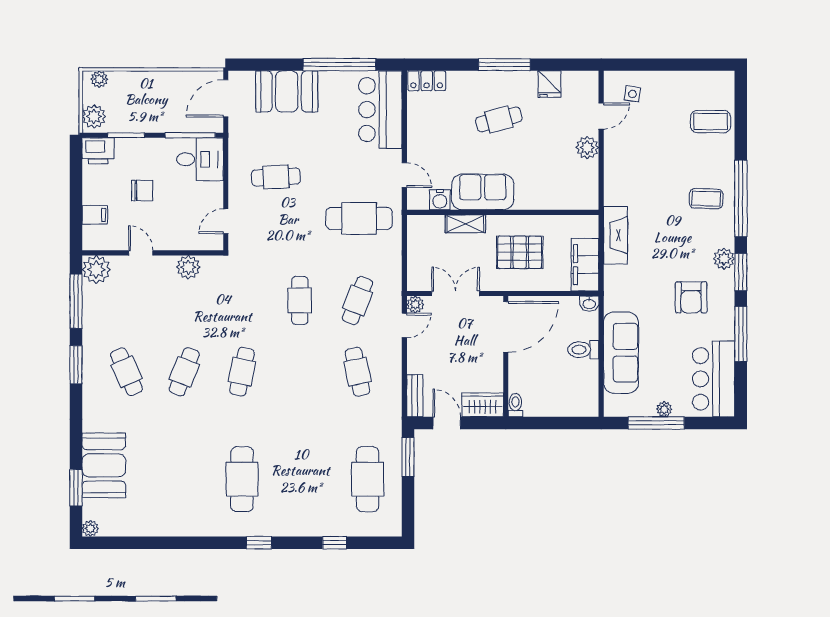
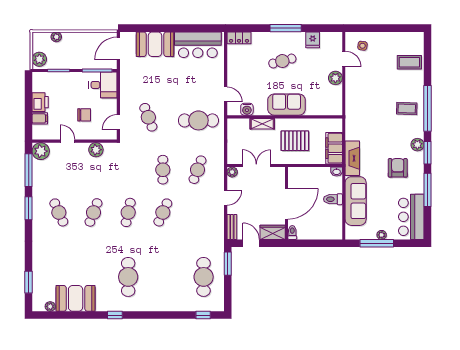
window: (340, 65) -> (187, 28), removed
plant: (99, 79) -> (56, 37), moved
bar counter: (380, 110) -> (198, 45), moved, turned -90
door: (601, 116) -> (344, 59), hinge flipped
printer: (98, 151) -> (40, 102), moved, turned -90
cafe table: (276, 177) -> (148, 117), moved, turned 72
chair: (142, 190) -> (84, 115), moved
sofa: (483, 192) -> (287, 105), moved
fireplace: (615, 235) -> (352, 158), moved
armchair: (691, 297) -> (398, 168), turned 180
door: (404, 325) -> (226, 198), moved
door: (506, 327) -> (287, 204), moved
cafe table: (358, 372) -> (163, 212), moved, turned 36
booth: (104, 465) -> (76, 298), moved, turned 90
plant: (90, 528) -> (50, 306), moved
window: (259, 543) -> (115, 315), moved
window: (335, 543) -> (203, 315), moved

